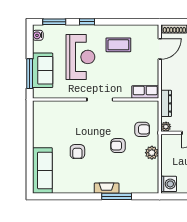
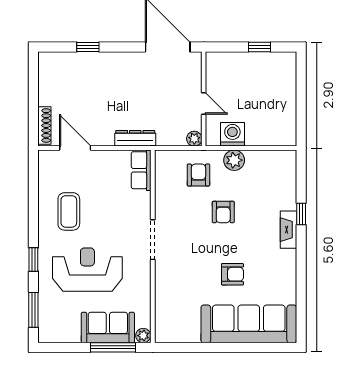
water cooler: (38, 35) -> (54, 335), removed
plant: (37, 93) -> (143, 336), added
dresser: (166, 103) -> (135, 138), moved
sofa: (42, 170) -> (249, 324), width x1.36, depth x1.27
washing machine: (169, 184) -> (232, 134), moved
window: (117, 196) -> (301, 214), width x0.46

